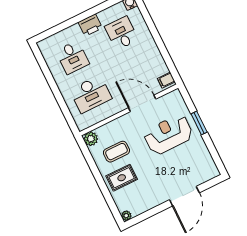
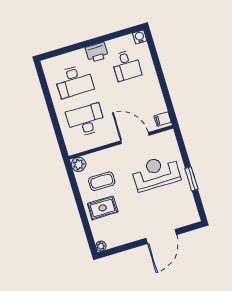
desk: (122, 33) -> (126, 65), turned 180
desk: (73, 57) -> (74, 81), width x1.37
desk: (91, 94) -> (86, 120), turned 180
window: (199, 123) -> (191, 179), moved

